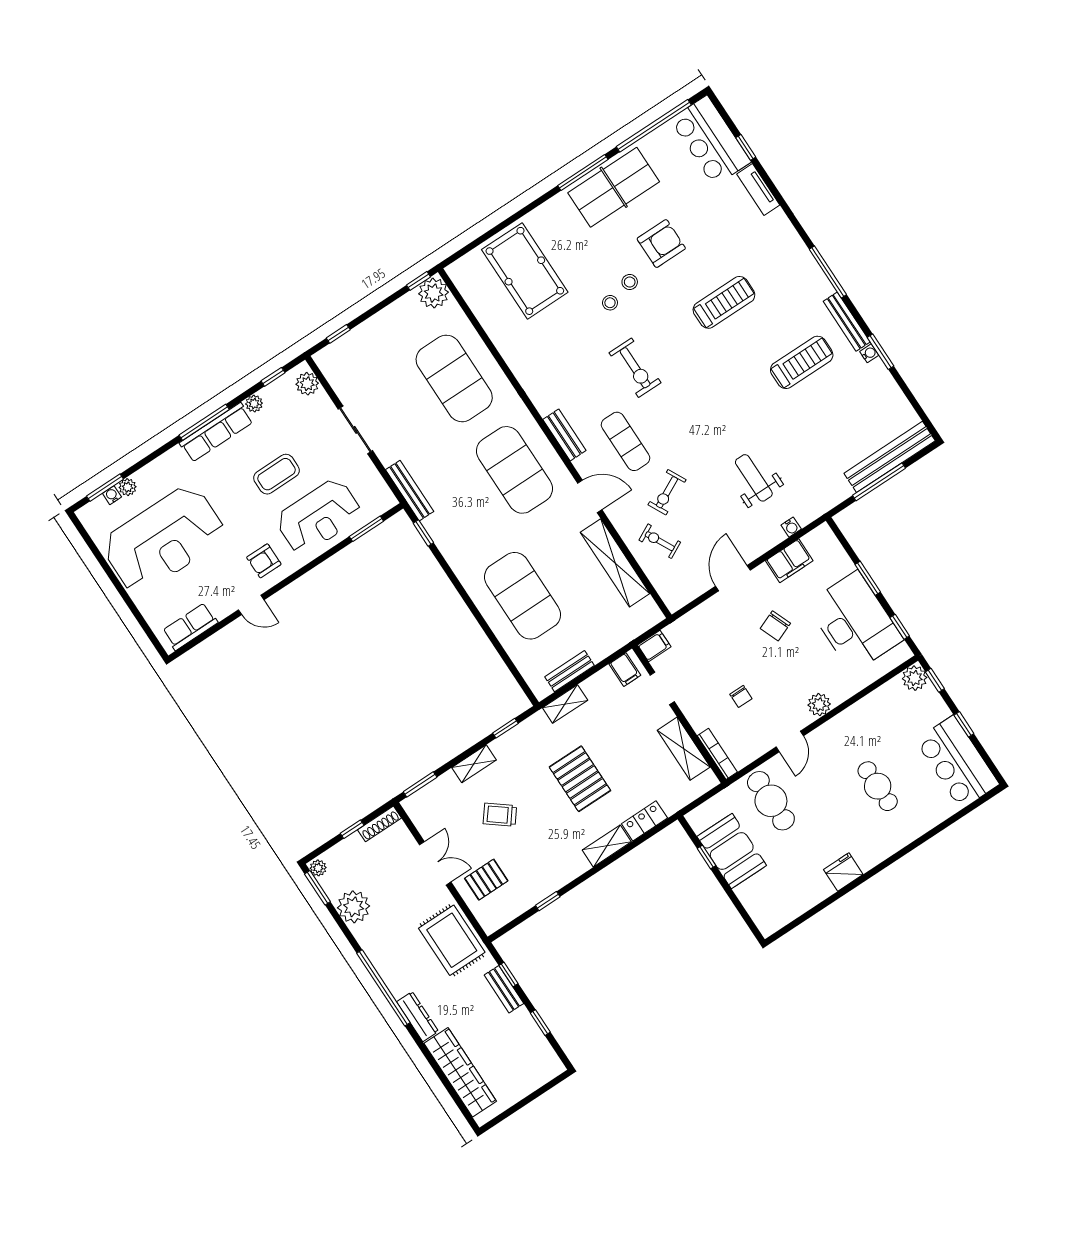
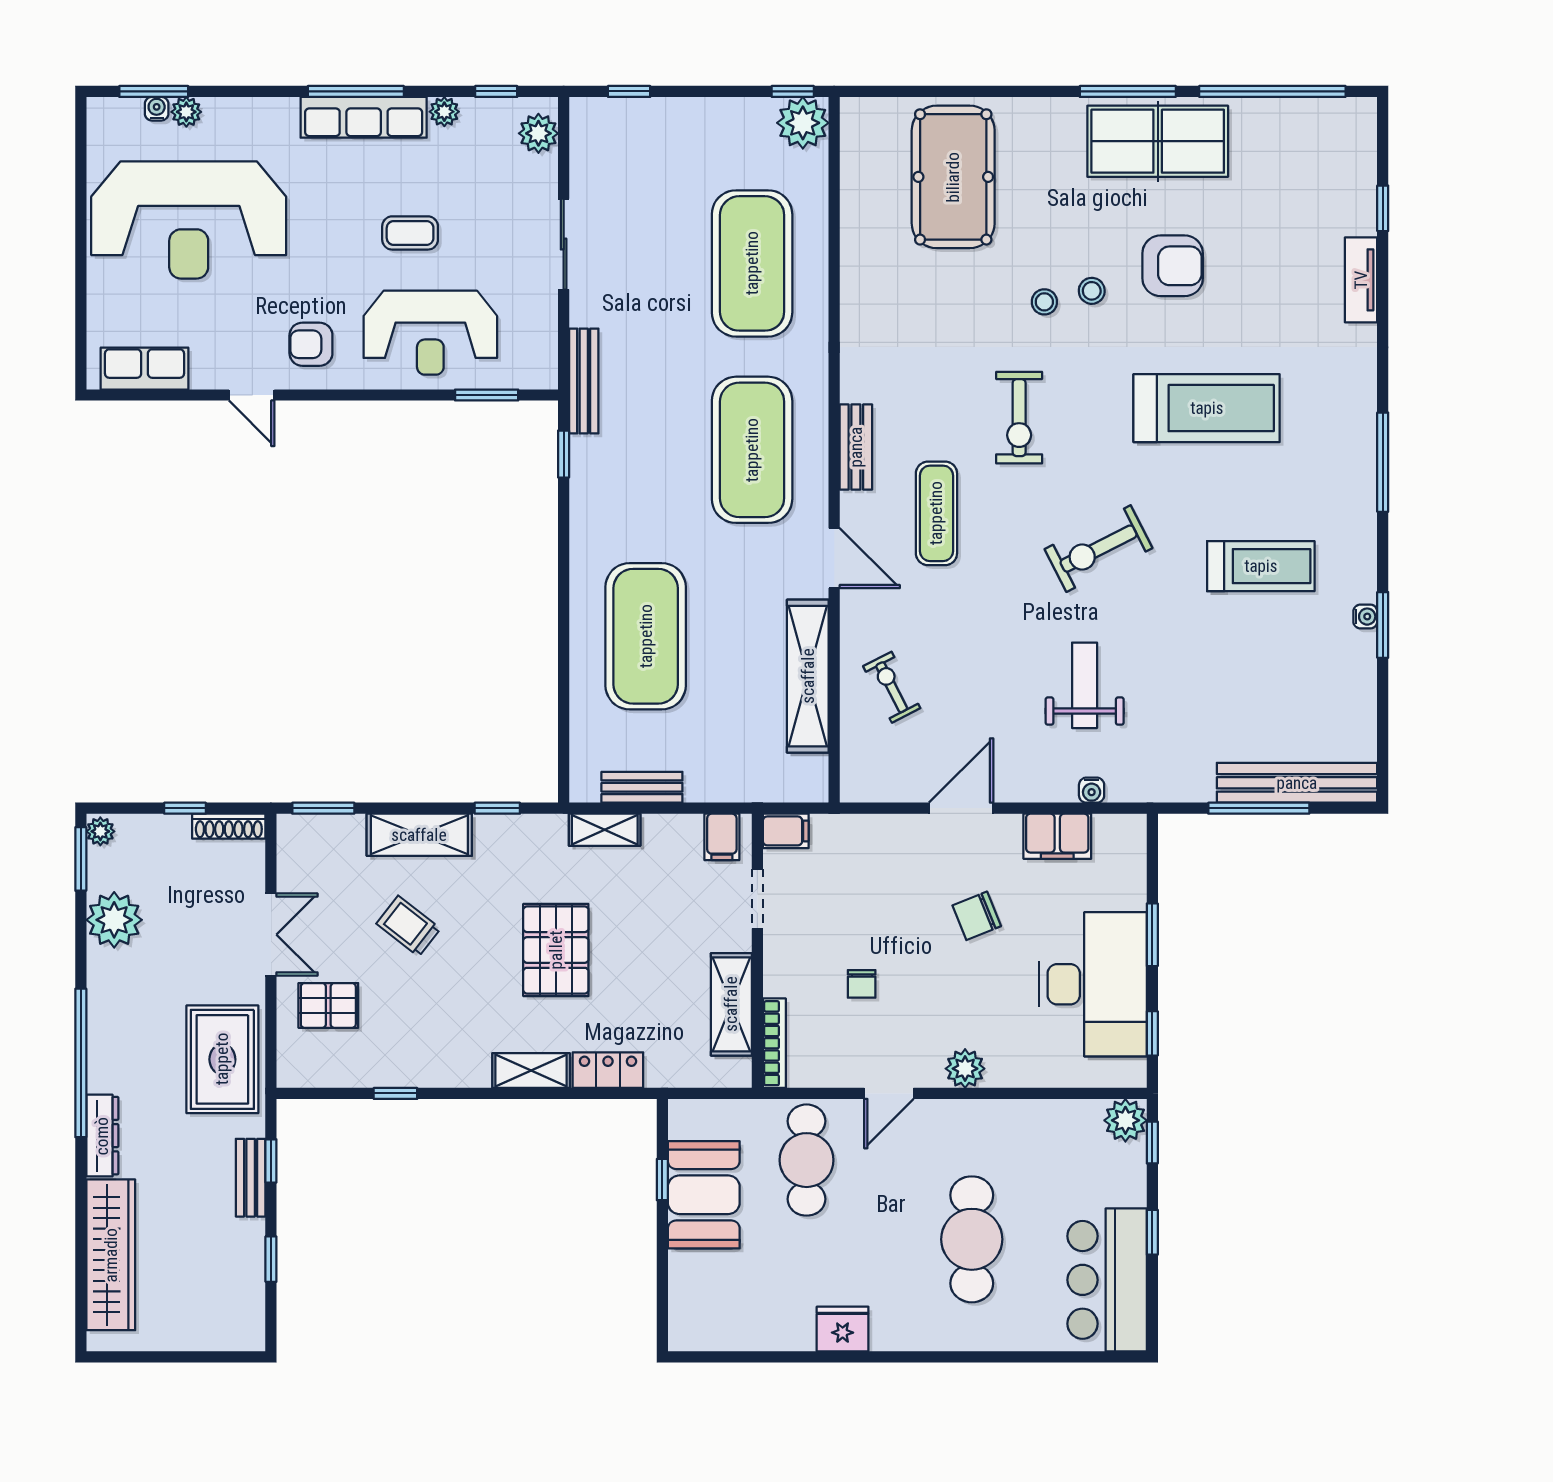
bar counter: (711, 141) -> (1339, 166), removed
treadmill: (724, 302) -> (1207, 408), width x1.37, depth x1.38
bench: (847, 322) -> (1363, 550), removed
coffee table: (276, 474) -> (410, 233), width x0.73, depth x0.77
exercise bike: (667, 492) -> (1099, 549), moved, width x1.38, depth x1.39
shelving: (474, 764) -> (419, 835), width x1.50, depth x1.33
cafe table: (878, 786) -> (972, 1239), width x1.37, depth x1.35

